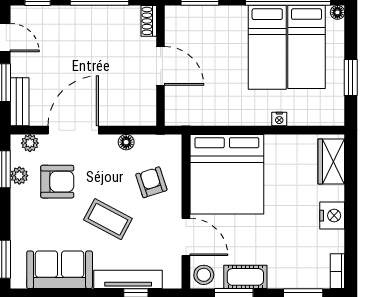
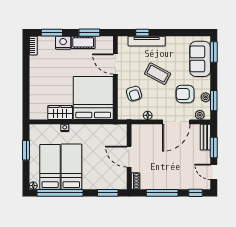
wardrobe: (331, 161) -> (60, 112), moved, turned -90
nightstand: (332, 216) -> (63, 43), moved, turned 90
sofa: (60, 270) -> (200, 59), moved, turned 90
stool: (204, 275) -> (106, 43), removed

